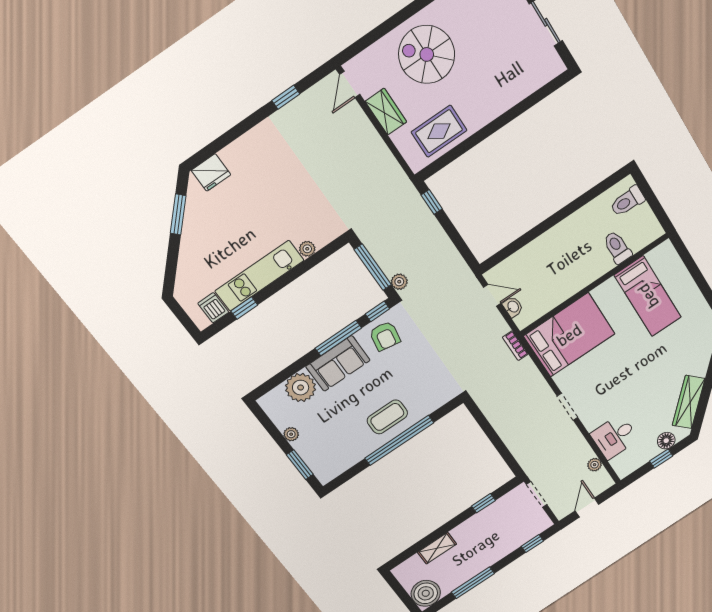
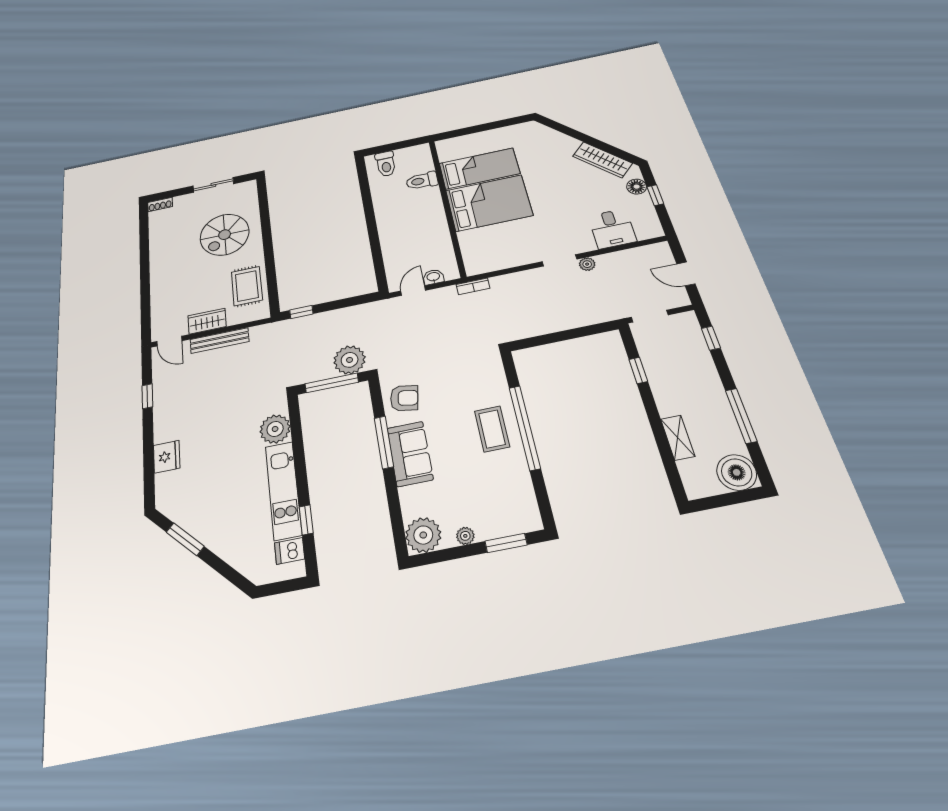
spiral stairs: (427, 54) -> (225, 235), moved
bench: (371, 137) -> (220, 341), added
fridge: (211, 172) -> (167, 457), moved
plant: (307, 249) -> (275, 429), width x1.88, depth x1.88
plant: (399, 282) -> (350, 360), width x1.88, depth x1.88
window: (377, 311) -> (376, 395), removed
bed: (569, 335) -> (489, 203), moved, turned 90
plant: (301, 388) -> (423, 535), moved
plant: (595, 465) -> (587, 264), moved

